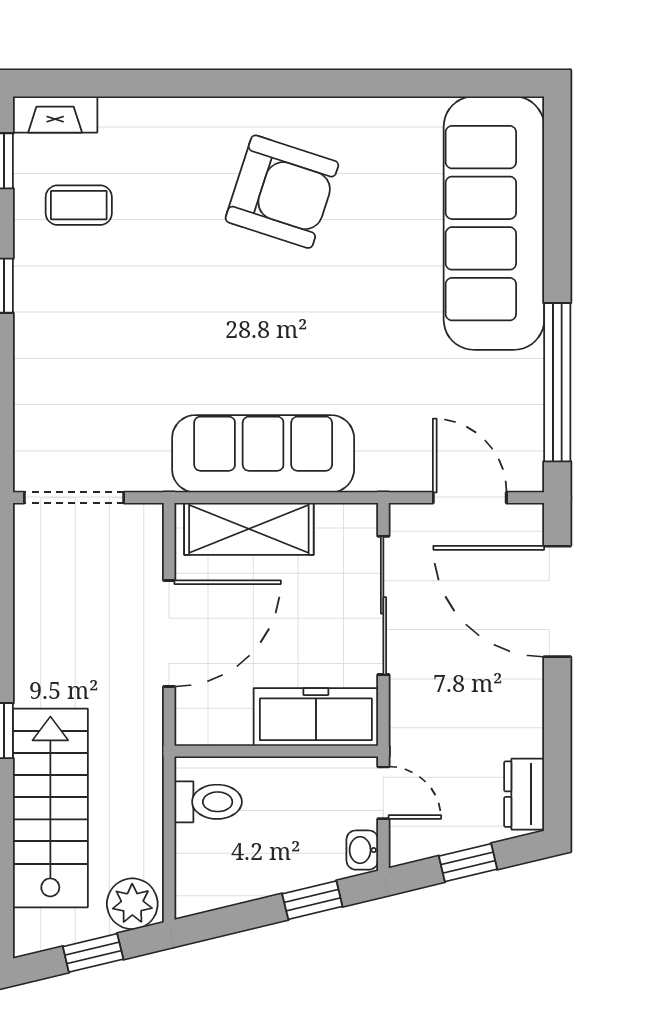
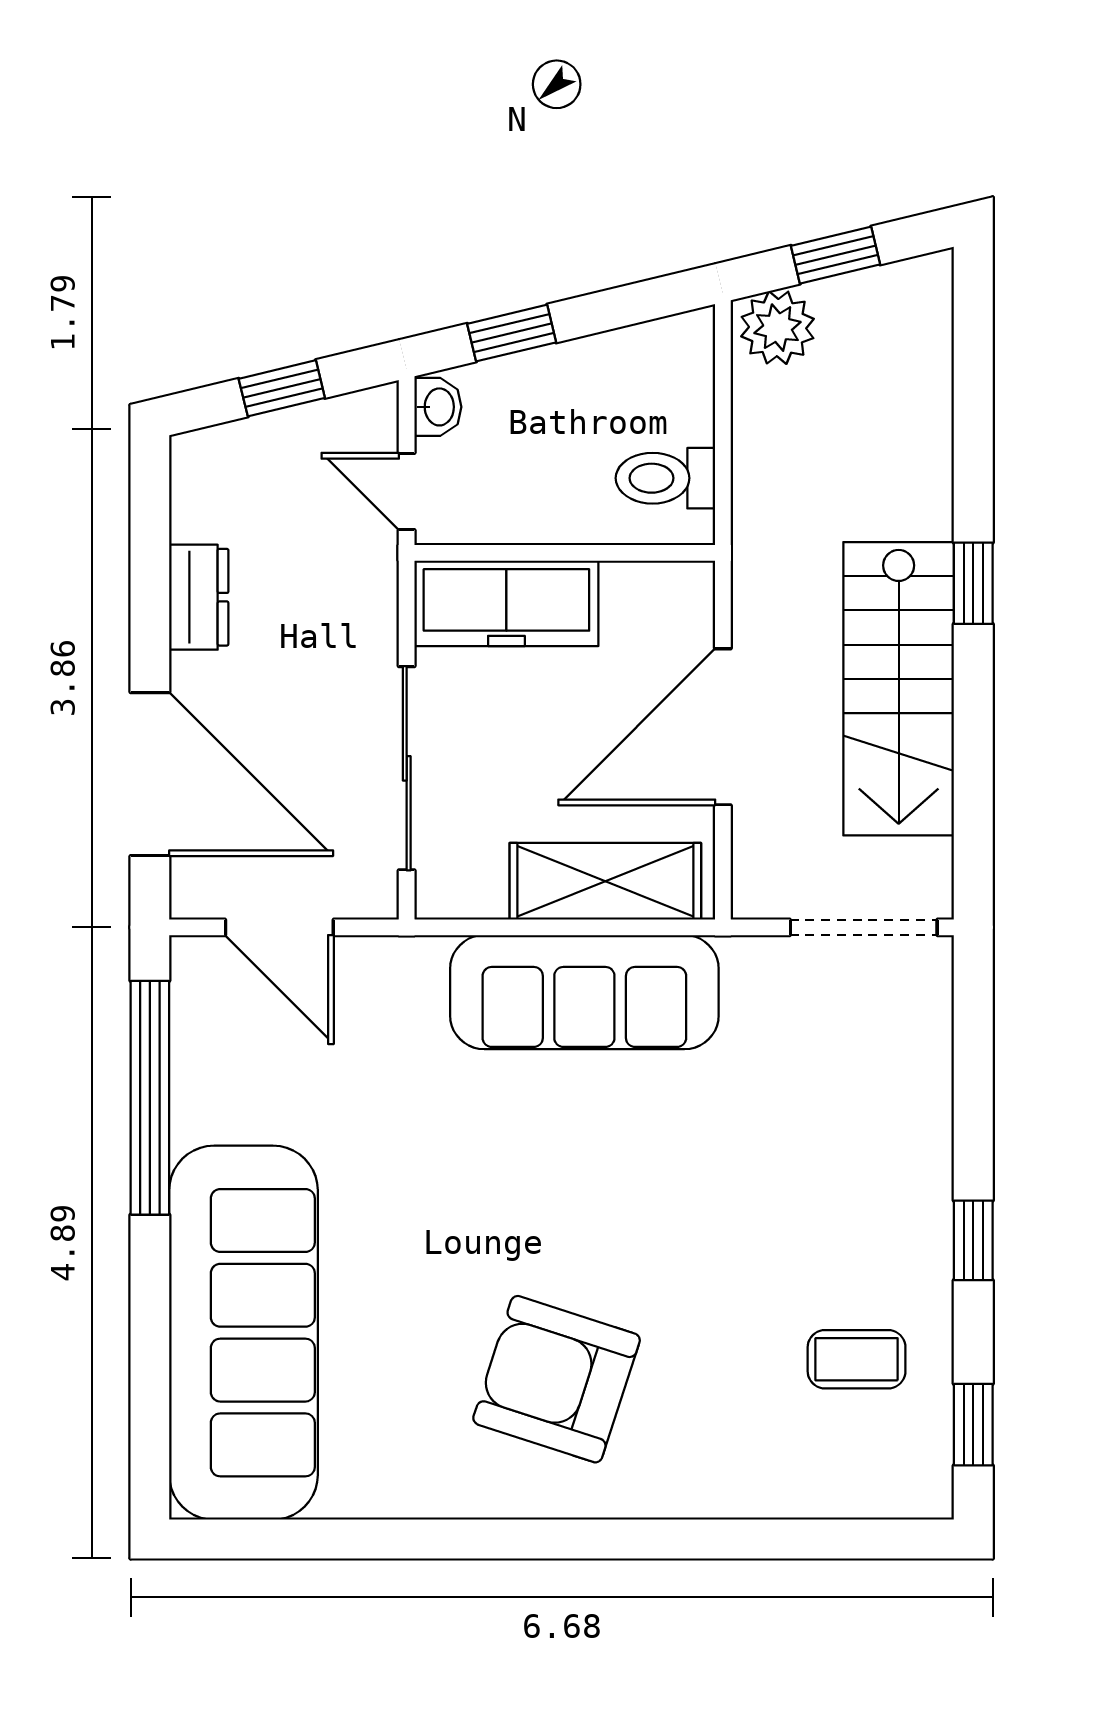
fireplace: (55, 115) -> (892, 1493), removed
dresser: (524, 794) -> (199, 597), moved
stairs: (50, 808) -> (899, 689), moved

